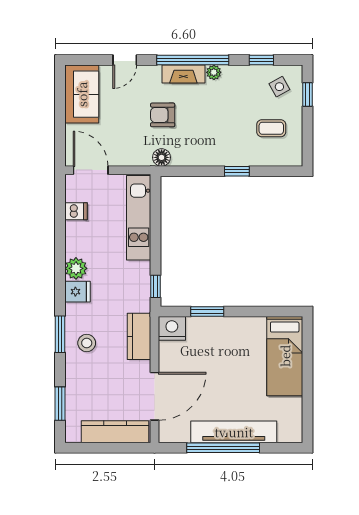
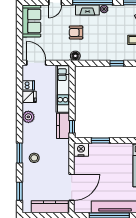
fridge: (78, 292) -> (29, 97), moved
kitchen counter: (139, 336) -> (63, 126), moved

